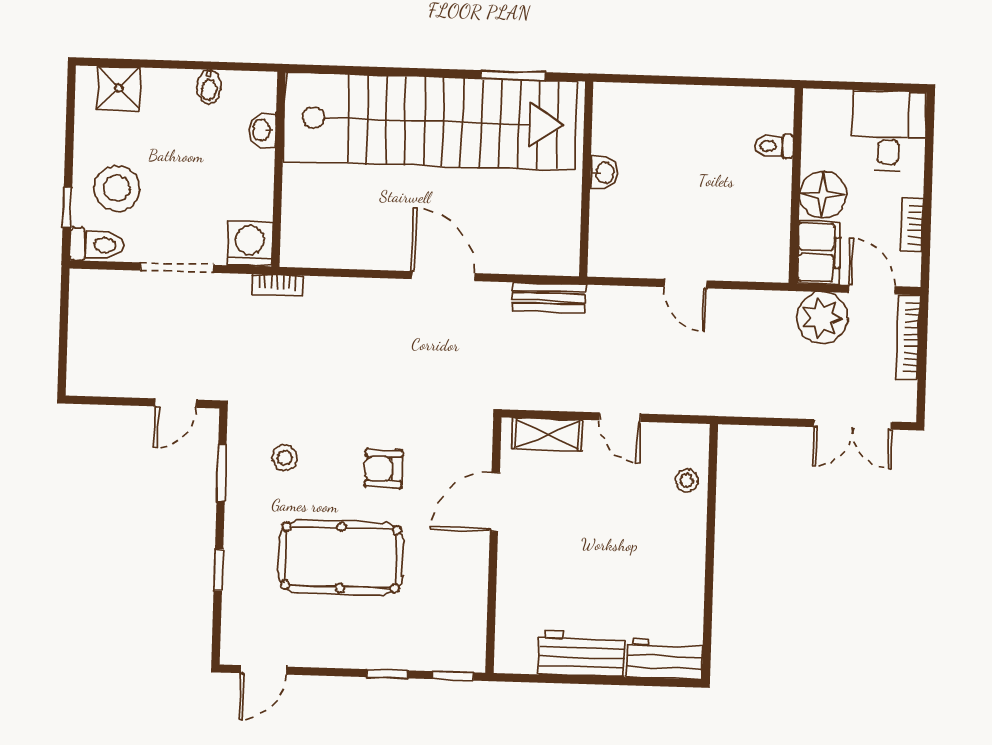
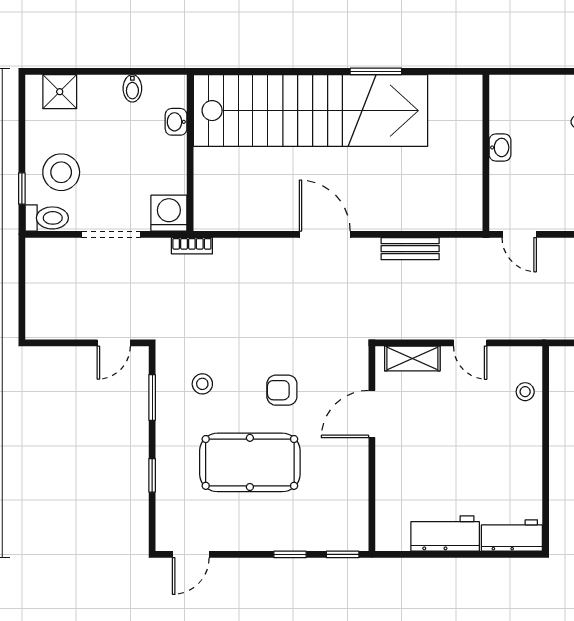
washbasin: (604, 173) -> (500, 147), moved
wall: (586, 179) -> (486, 153), moved

